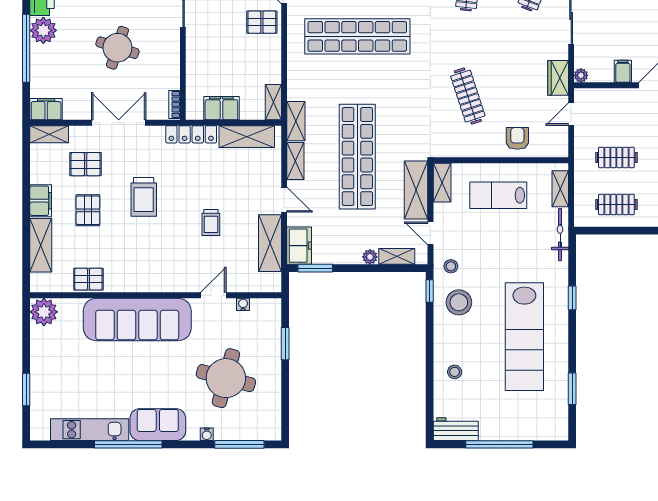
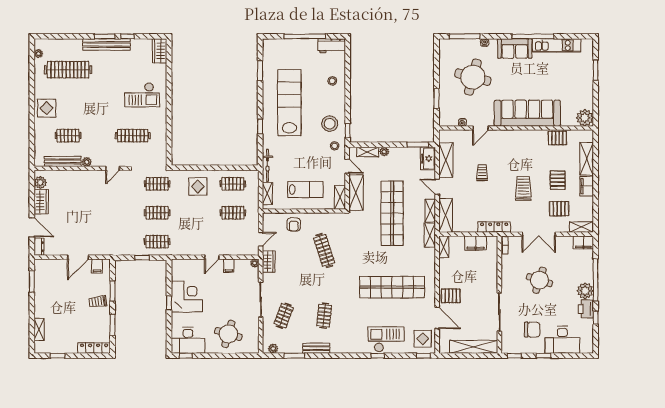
shelving: (247, 137) -> (446, 215), moved, turned 90

